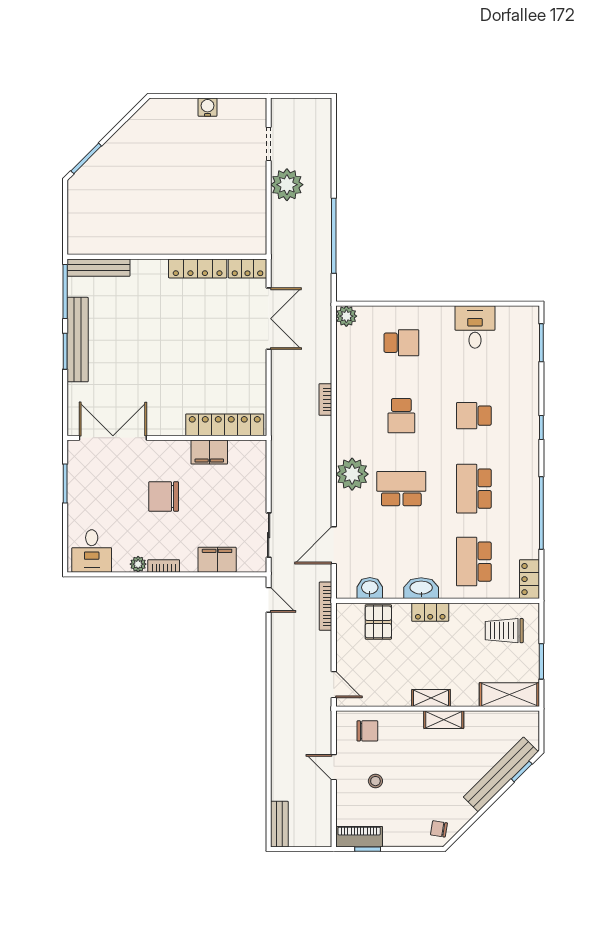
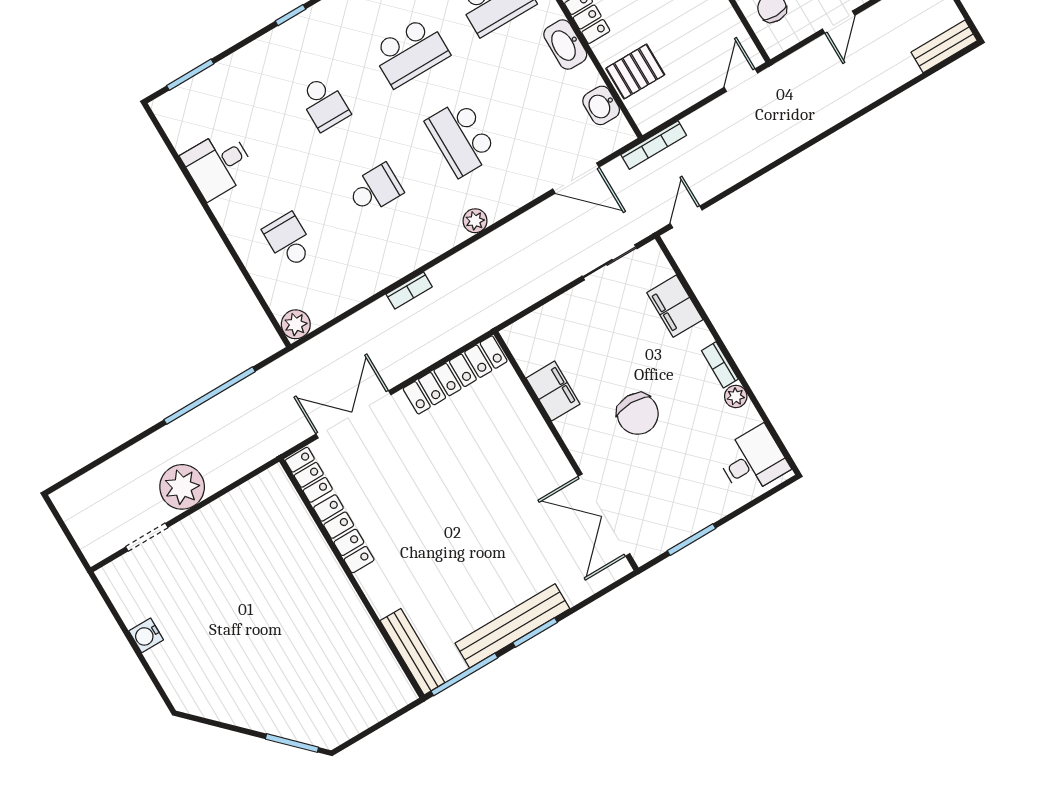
locker: (225, 425) -> (455, 375), moved, turned -90
plant: (352, 474) -> (475, 221), width x0.53, depth x0.53

